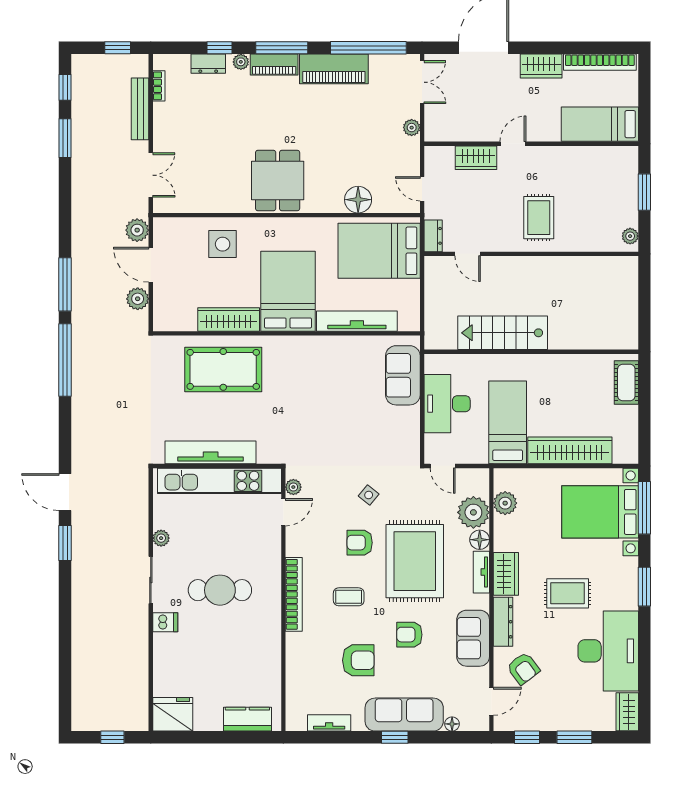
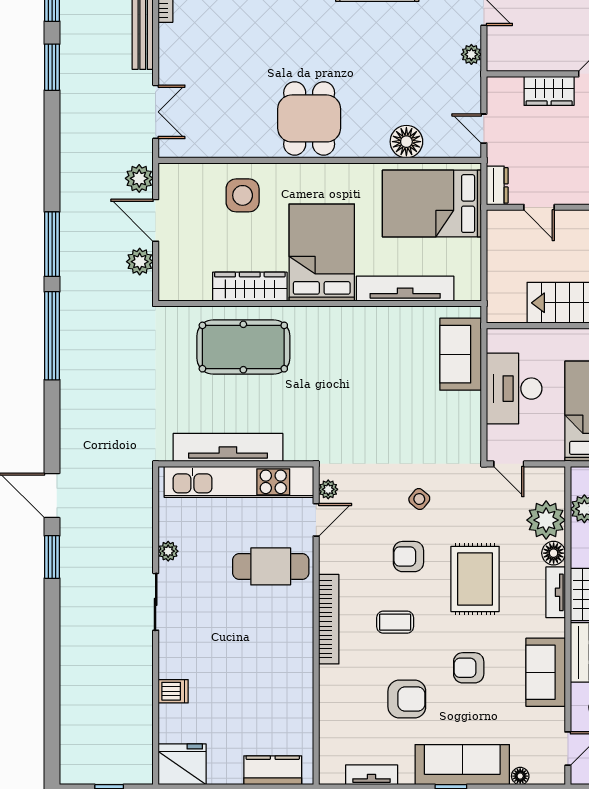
rug: (415, 561) -> (475, 579), width x0.73, depth x0.69
cafe table: (220, 590) -> (271, 566), moved
dishwasher: (165, 622) -> (173, 691), moved

